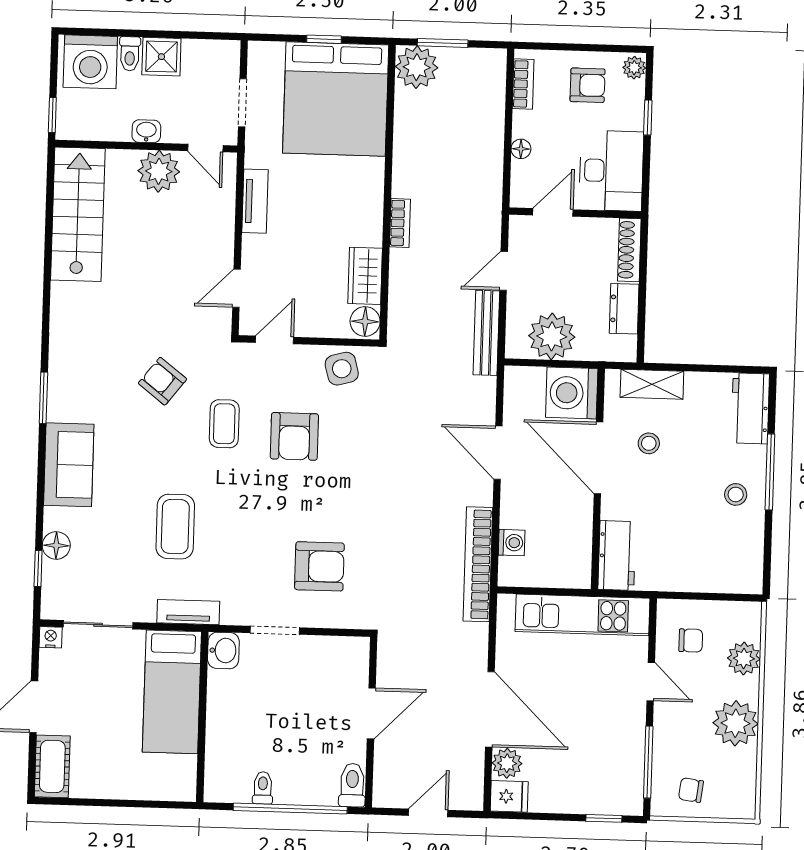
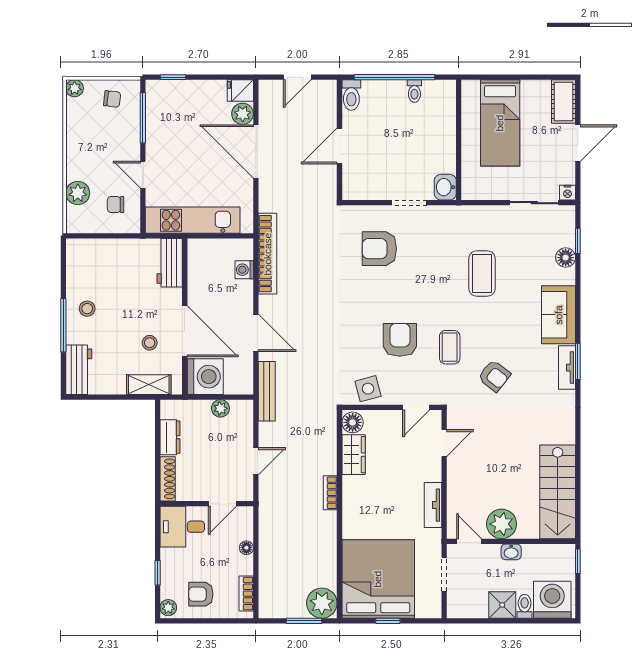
desk: (611, 171) -> (182, 527), width x0.73
bench: (486, 333) -> (267, 391), moved
plant: (552, 336) -> (220, 408), width x0.53, depth x0.53
tv unit: (188, 612) -> (567, 368), moved, turned 90
bed: (172, 692) -> (500, 123), moved, turned 180
plant: (736, 723) -> (75, 88), moved, width x0.53, depth x0.53

